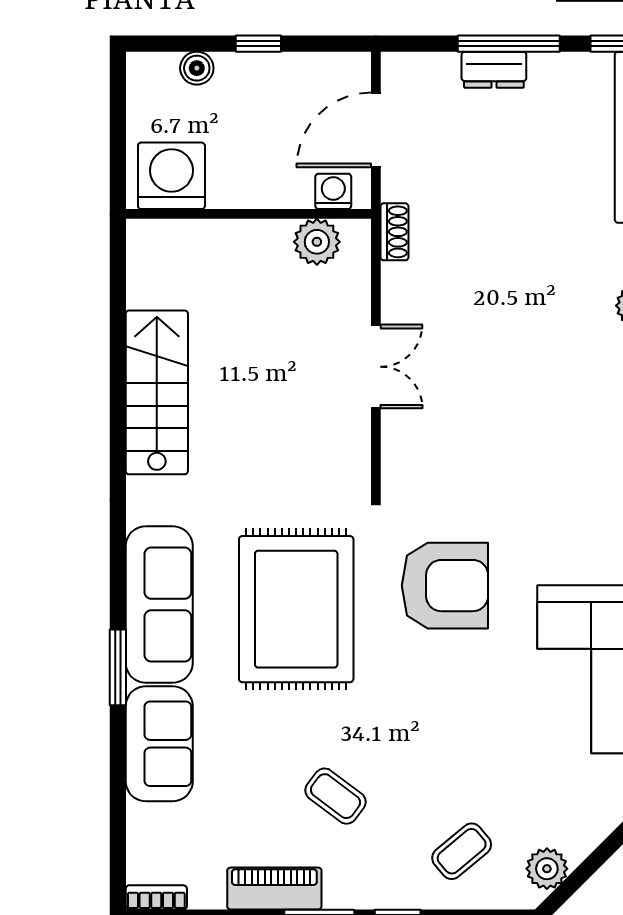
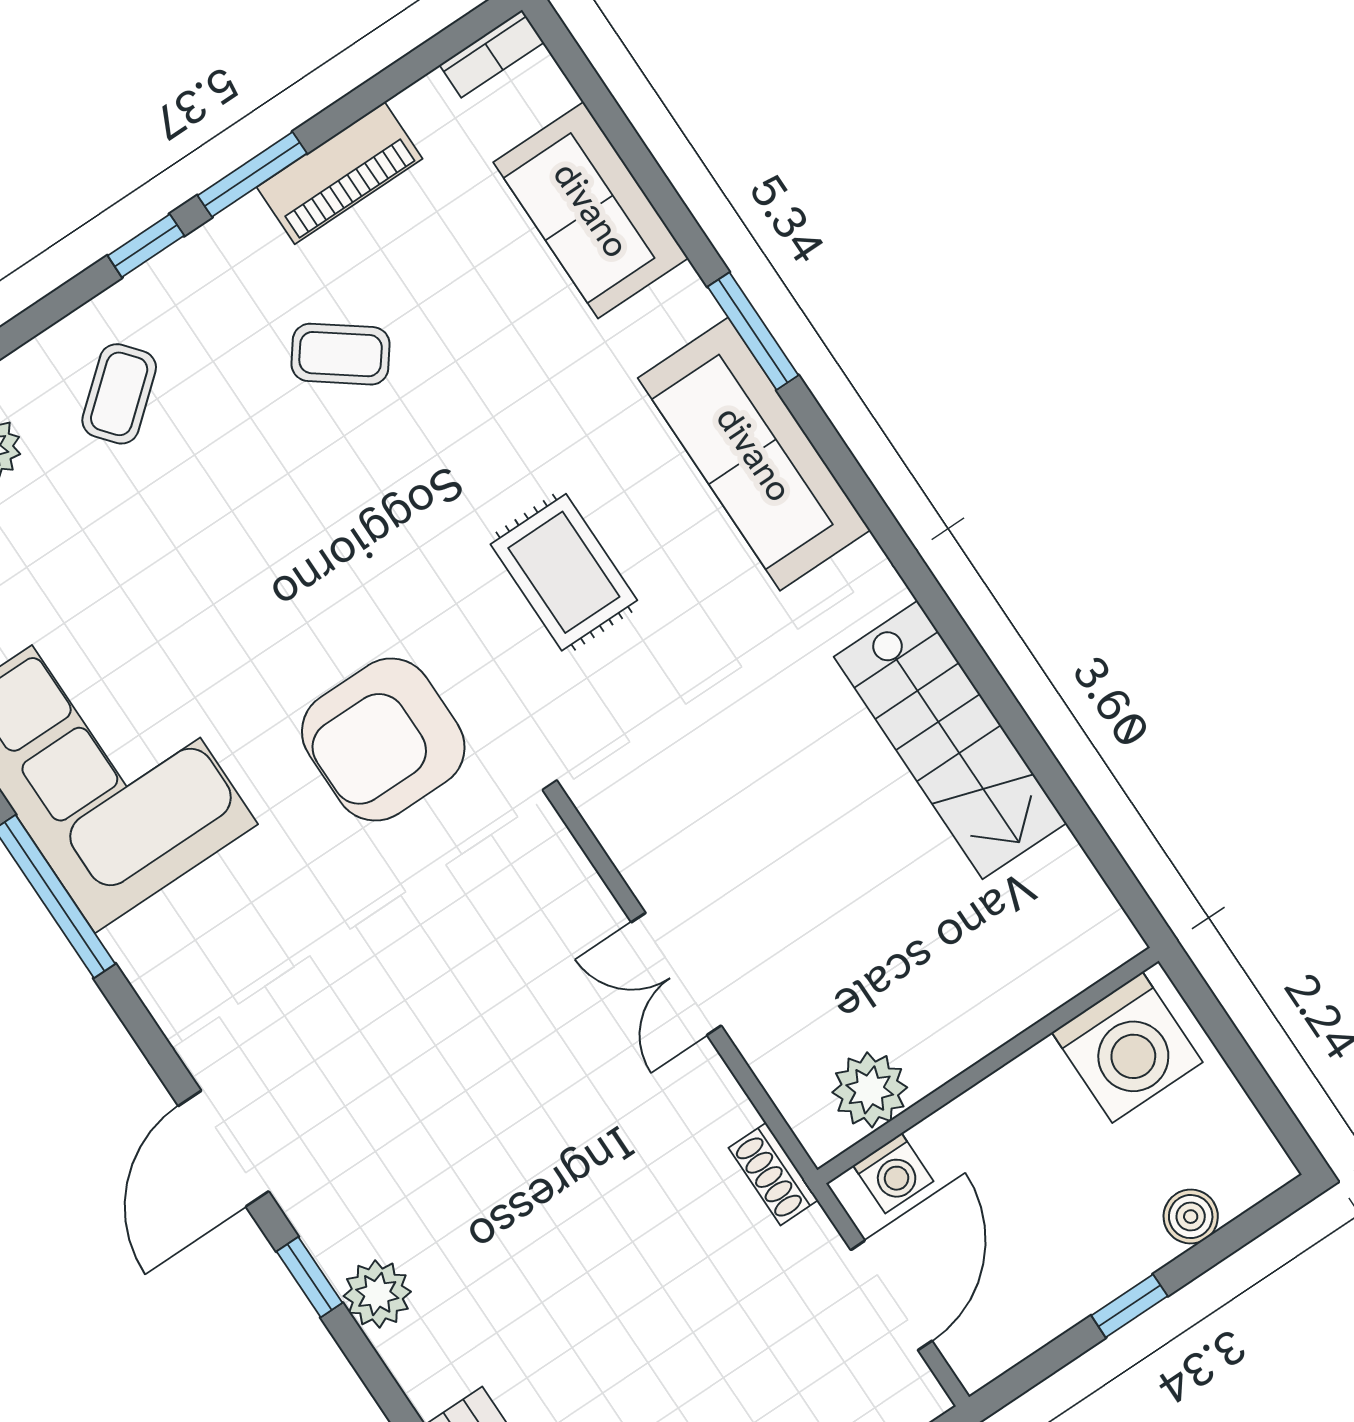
rug: (296, 609) -> (564, 572), width x0.54, depth x0.49
sofa: (159, 744) -> (591, 210), moved

